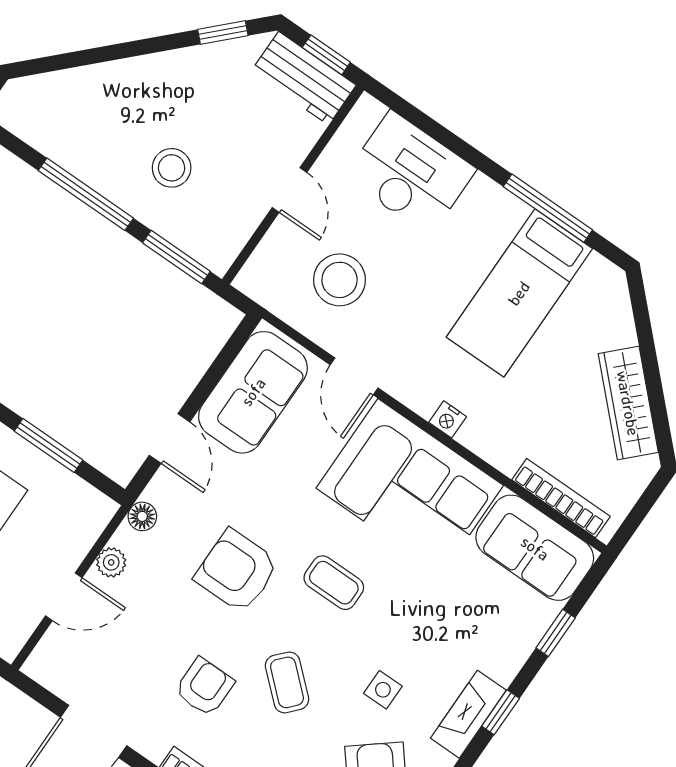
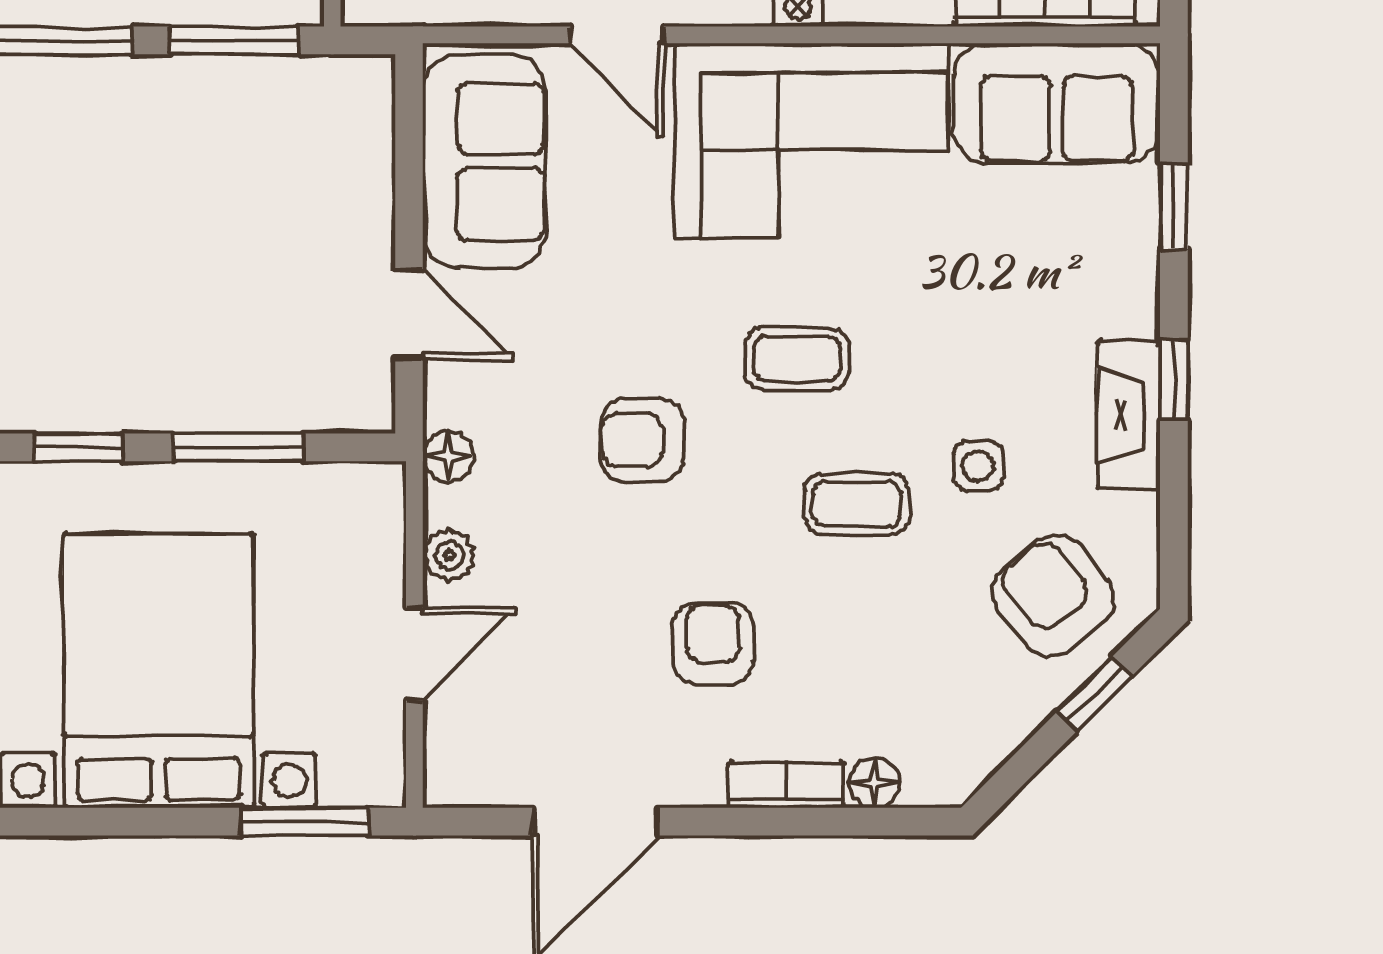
armchair: (237, 571) -> (642, 440), width x0.72, depth x0.72
coffee table: (287, 682) -> (857, 504), moved, turned -42

